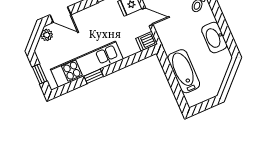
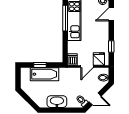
window: (94, 76) -> (65, 18), width x2.17
window: (174, 83) -> (40, 65), added

